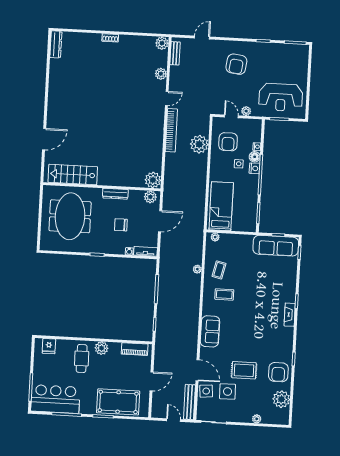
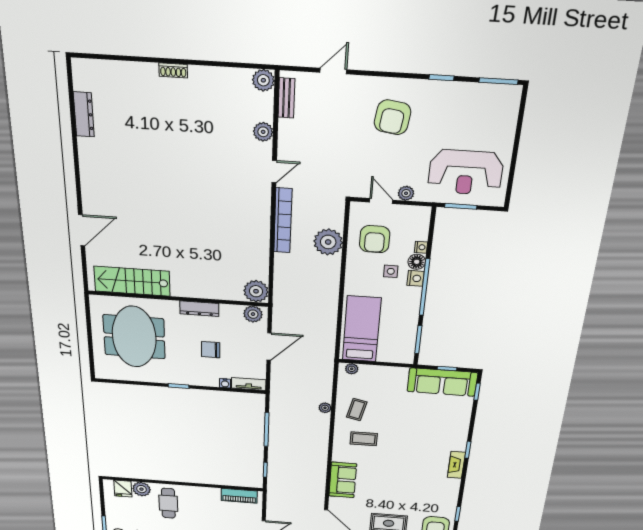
dresser: (56, 44) -> (84, 114), moved
plant: (102, 348) -> (142, 489), moved

